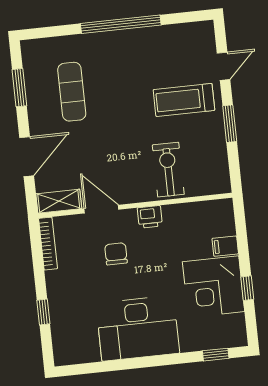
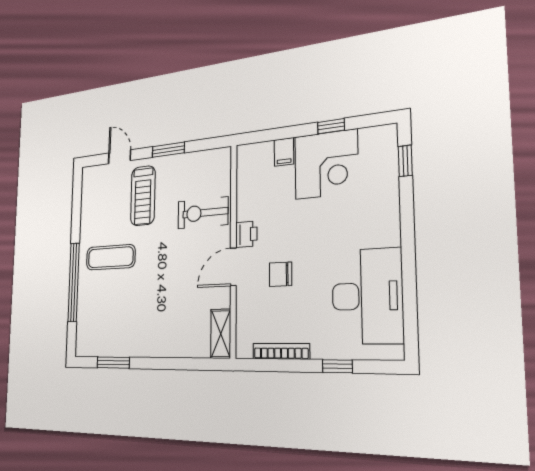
window: (121, 24) -> (74, 282), moved
exercise mat: (72, 92) -> (111, 257), moved
door: (27, 157) -> (175, 364), removed
door: (101, 209) -> (233, 267), moved
bookcase: (48, 244) -> (281, 351), moved
desk: (138, 328) -> (367, 296), moved

